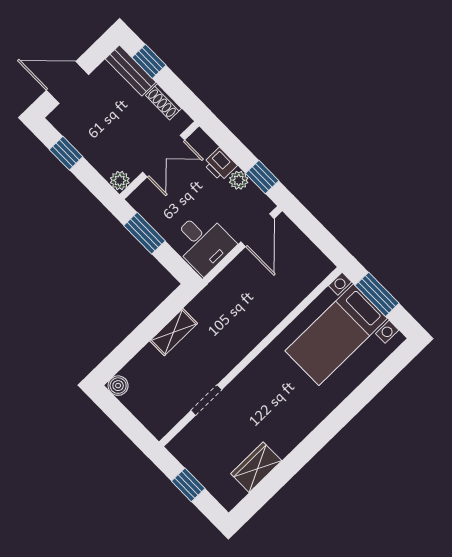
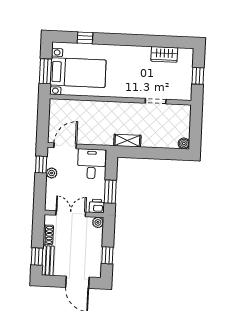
printer: (220, 164) -> (97, 206), moved, turned -90
shelving: (174, 332) -> (127, 141), moved
window: (373, 385) -> (85, 38), added

